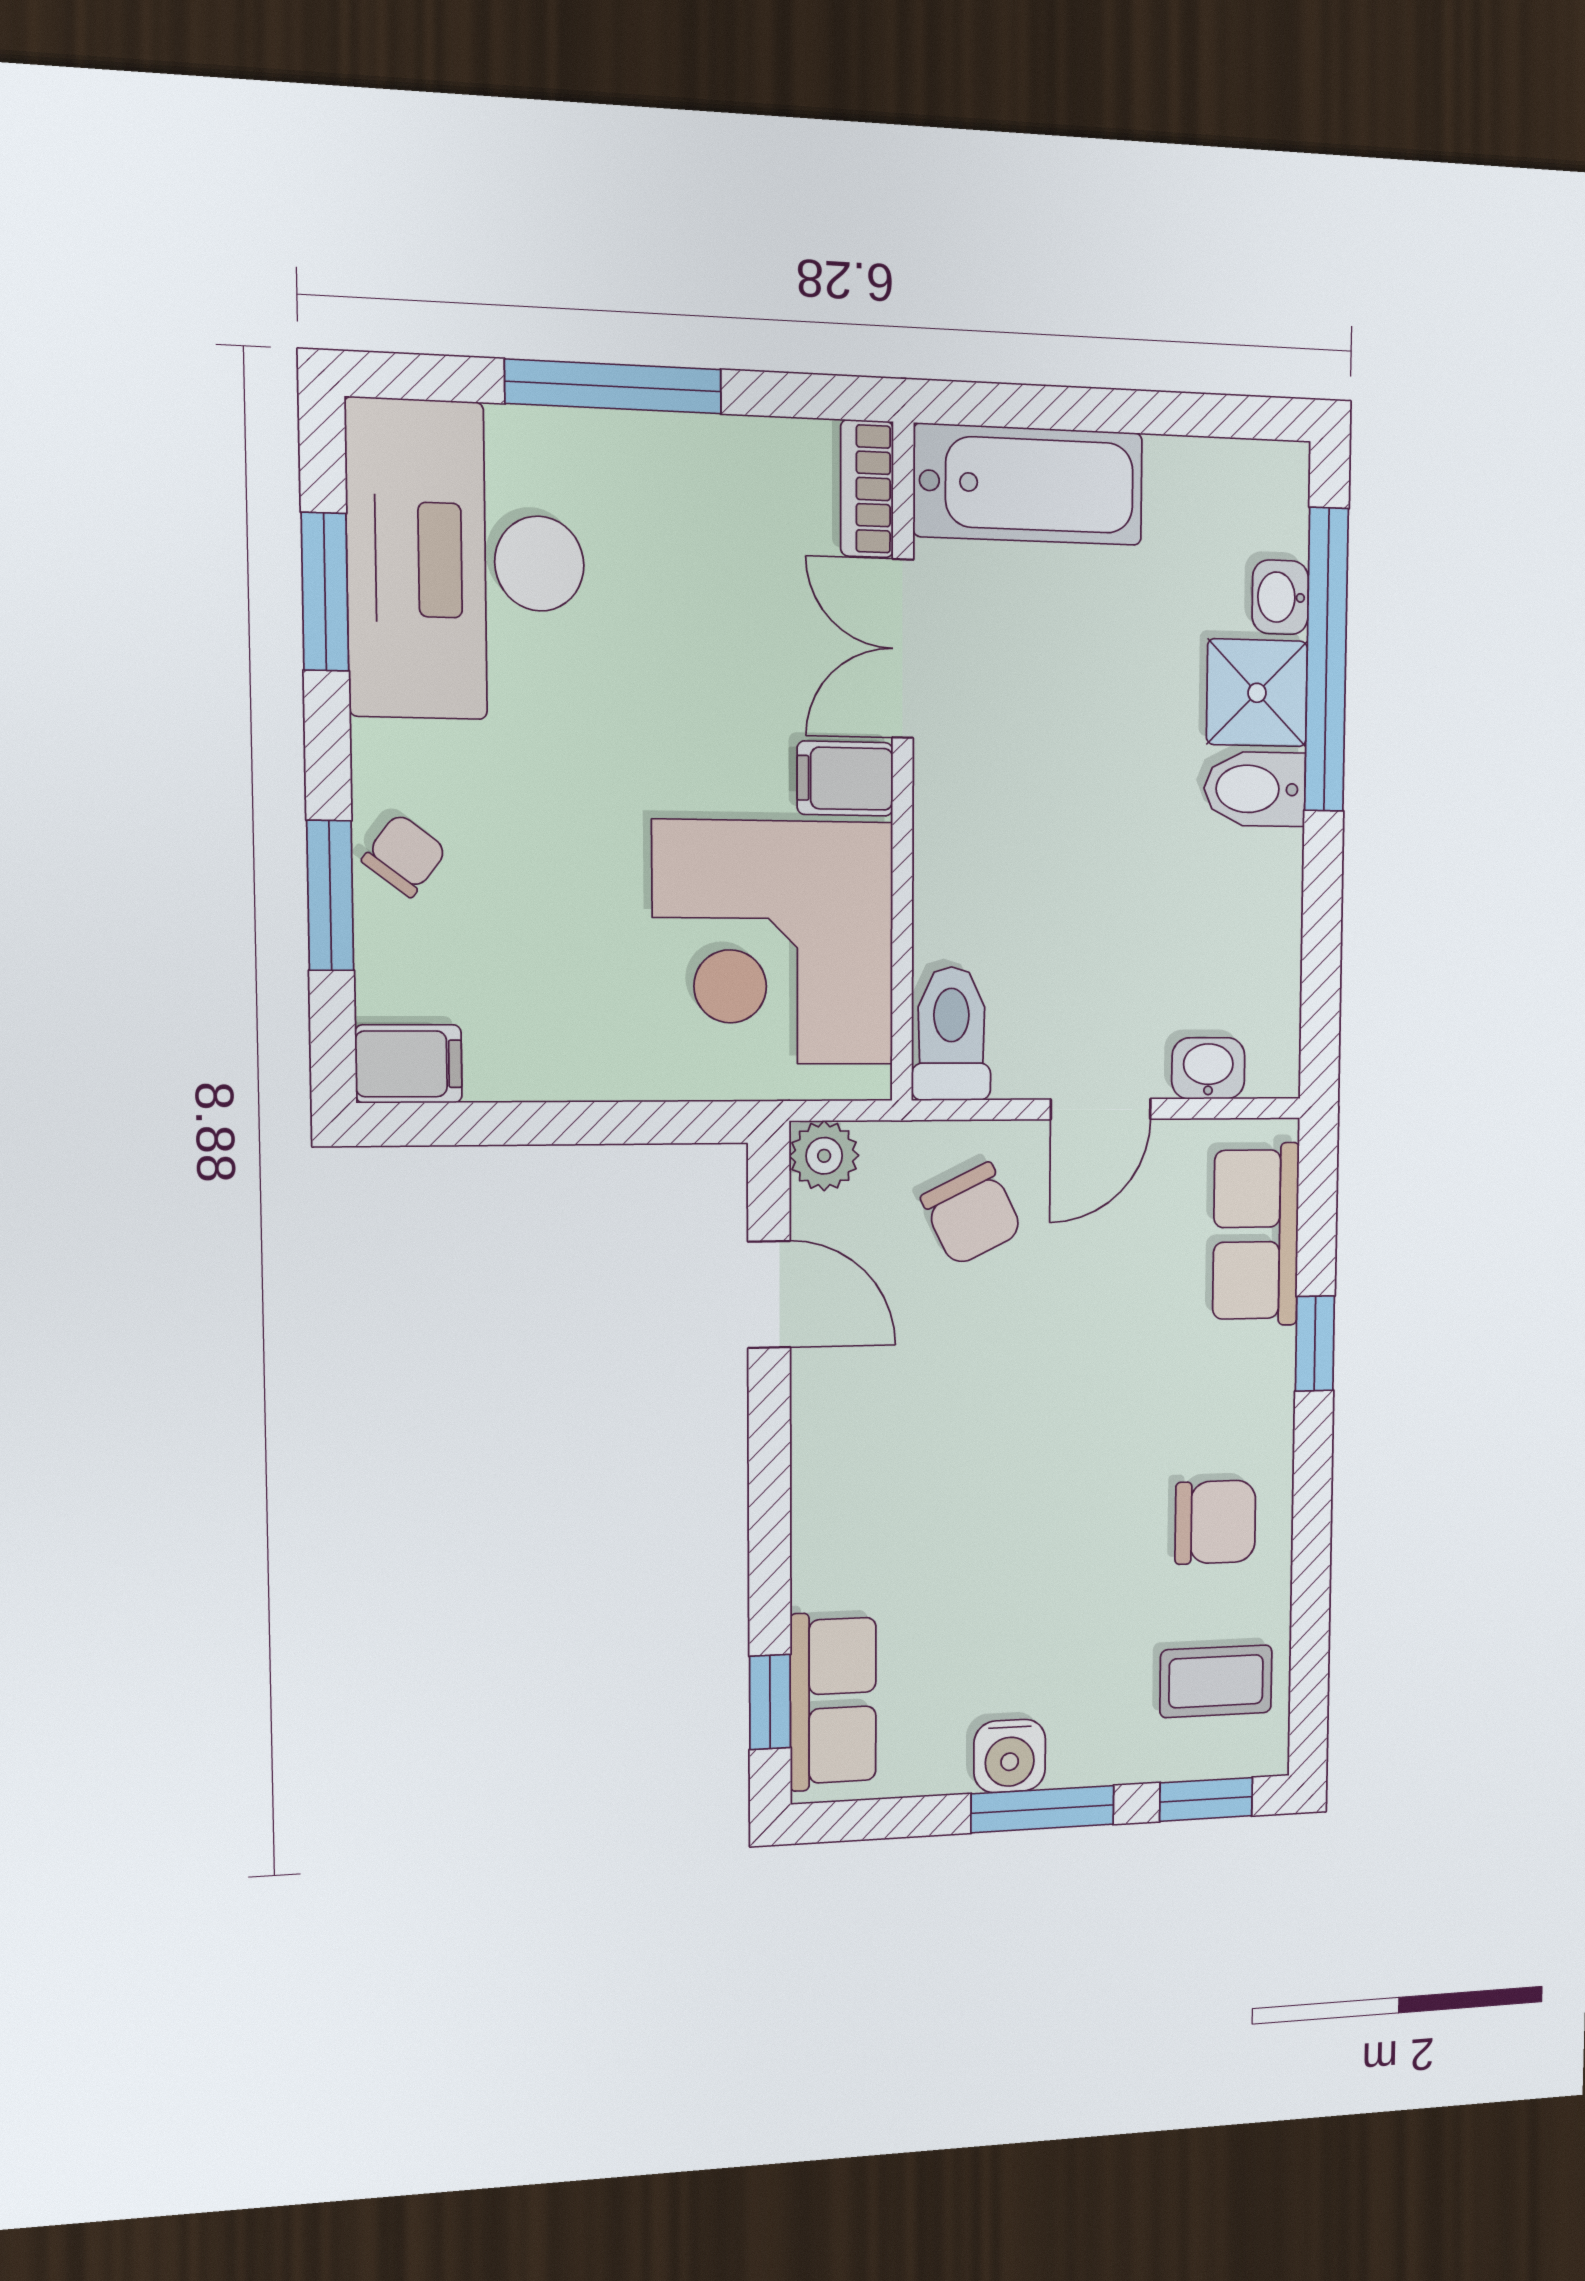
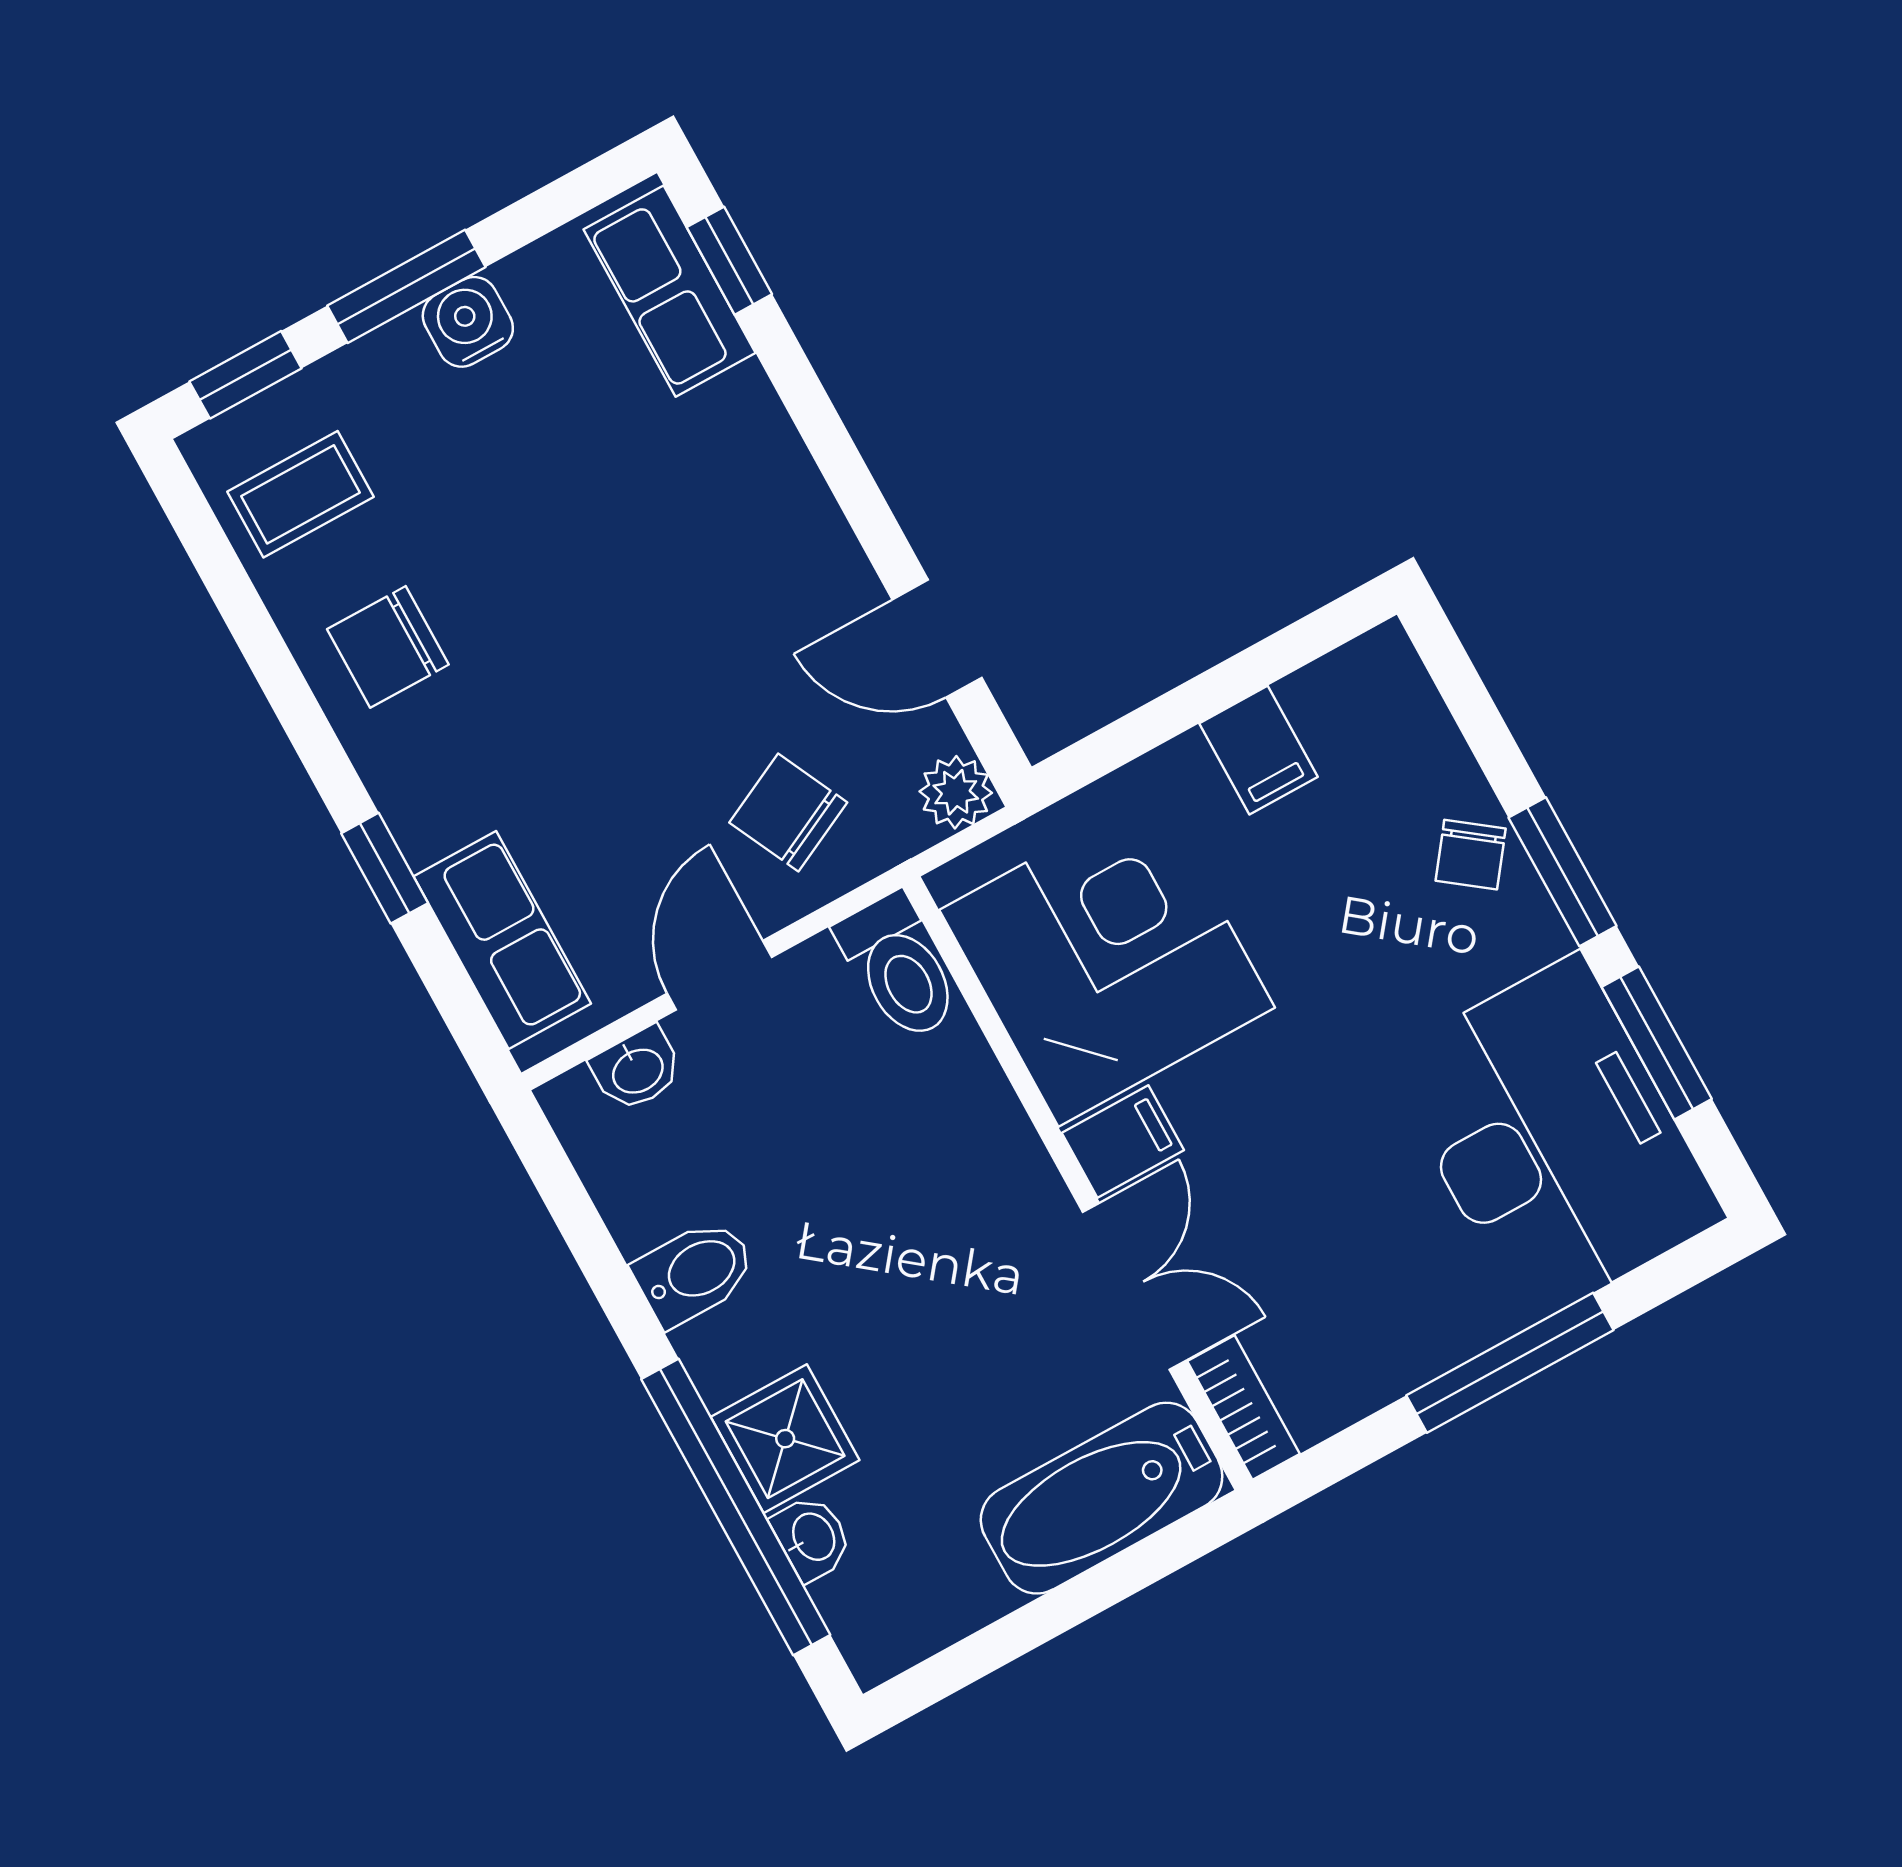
bidet: (1255, 789) -> (695, 1272), moved
window: (330, 896) -> (1563, 872), moved
filing cabinet: (409, 1064) -> (1258, 750), moved, turned -90

